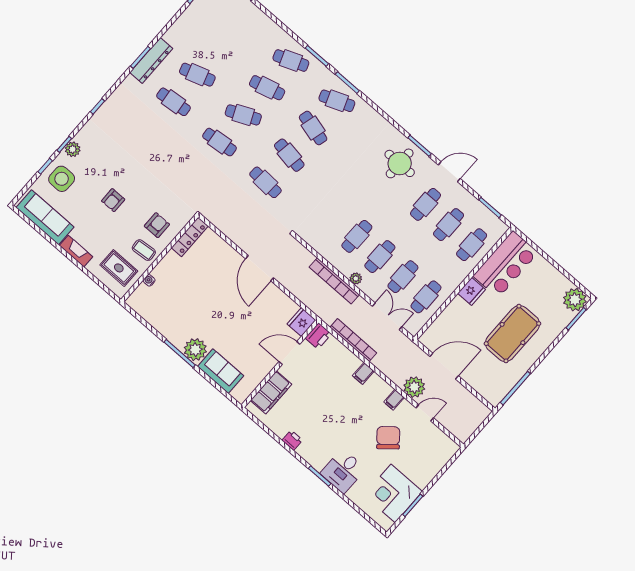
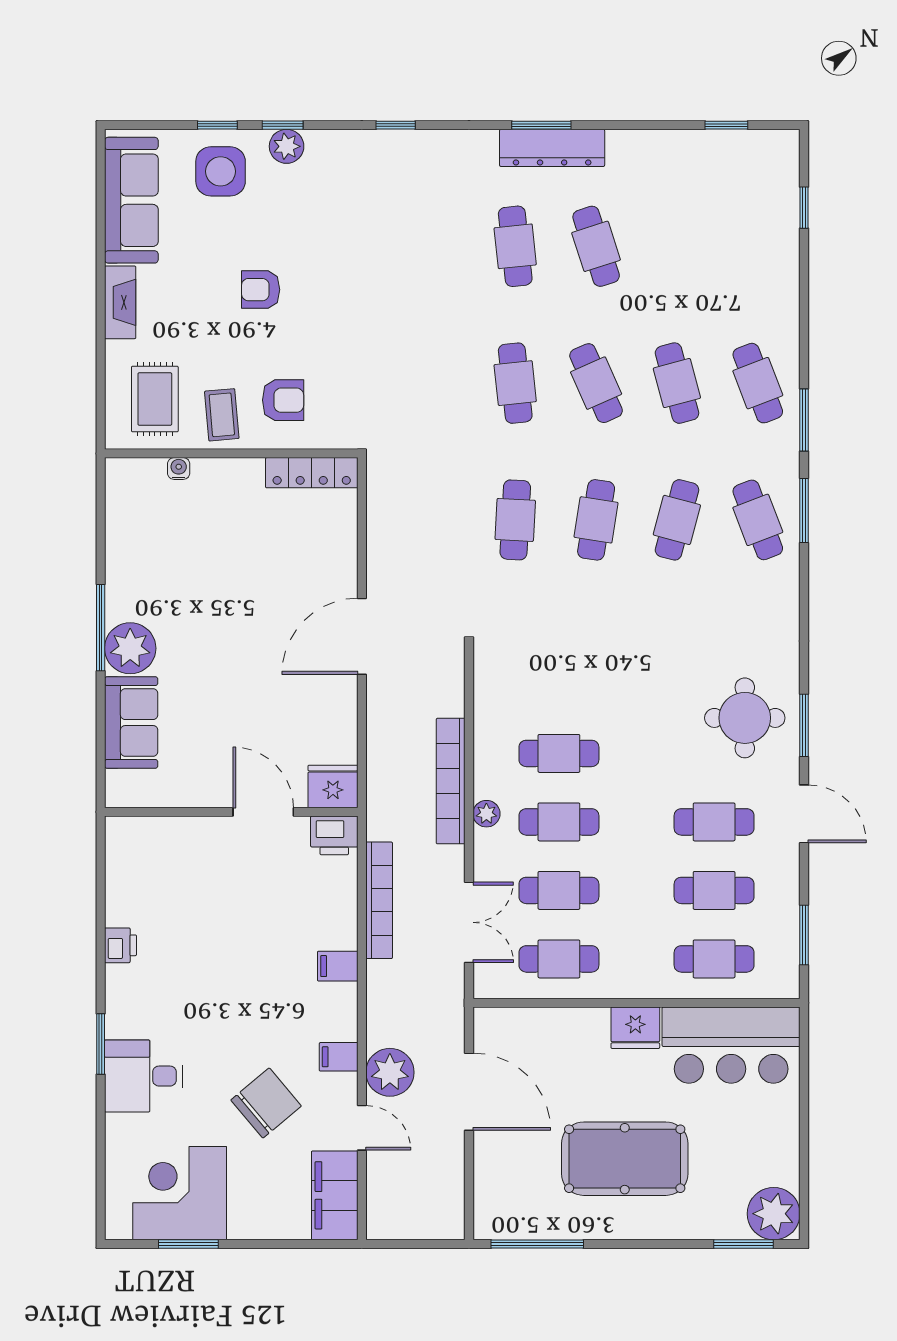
filing cabinet: (271, 392) -> (335, 1195), moved, turned 90

